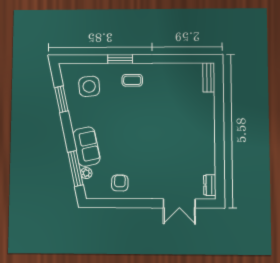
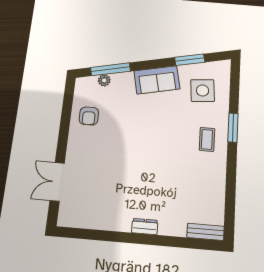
sofa: (86, 147) -> (157, 80), moved
armchair: (120, 183) -> (89, 116), turned 89
dresser: (210, 185) -> (145, 226), moved

